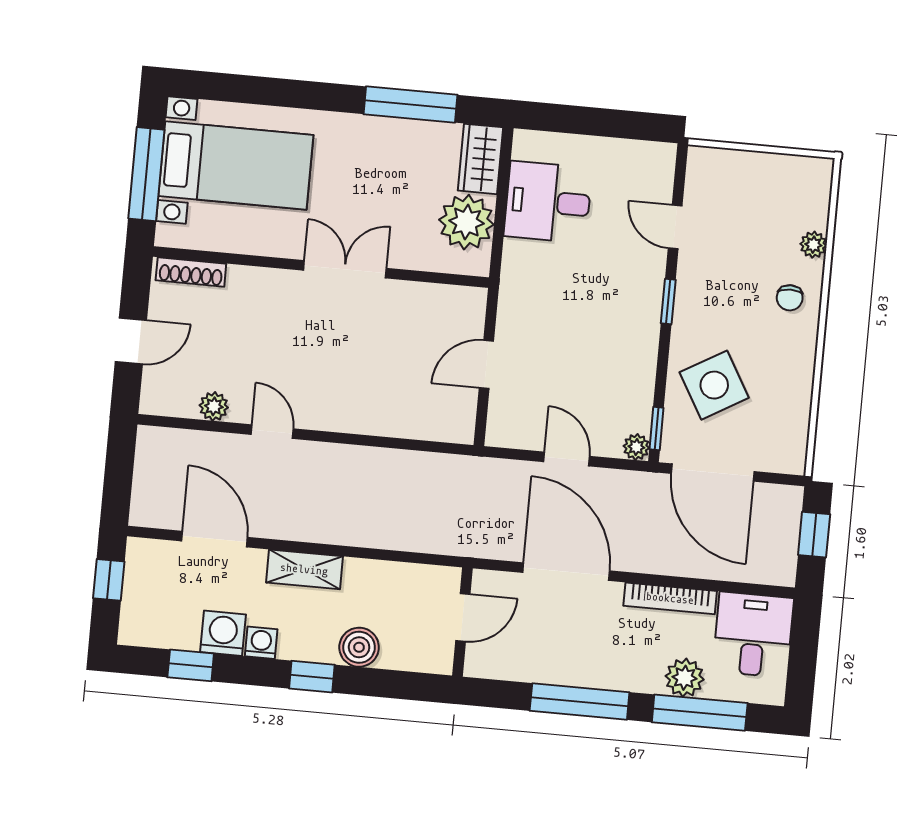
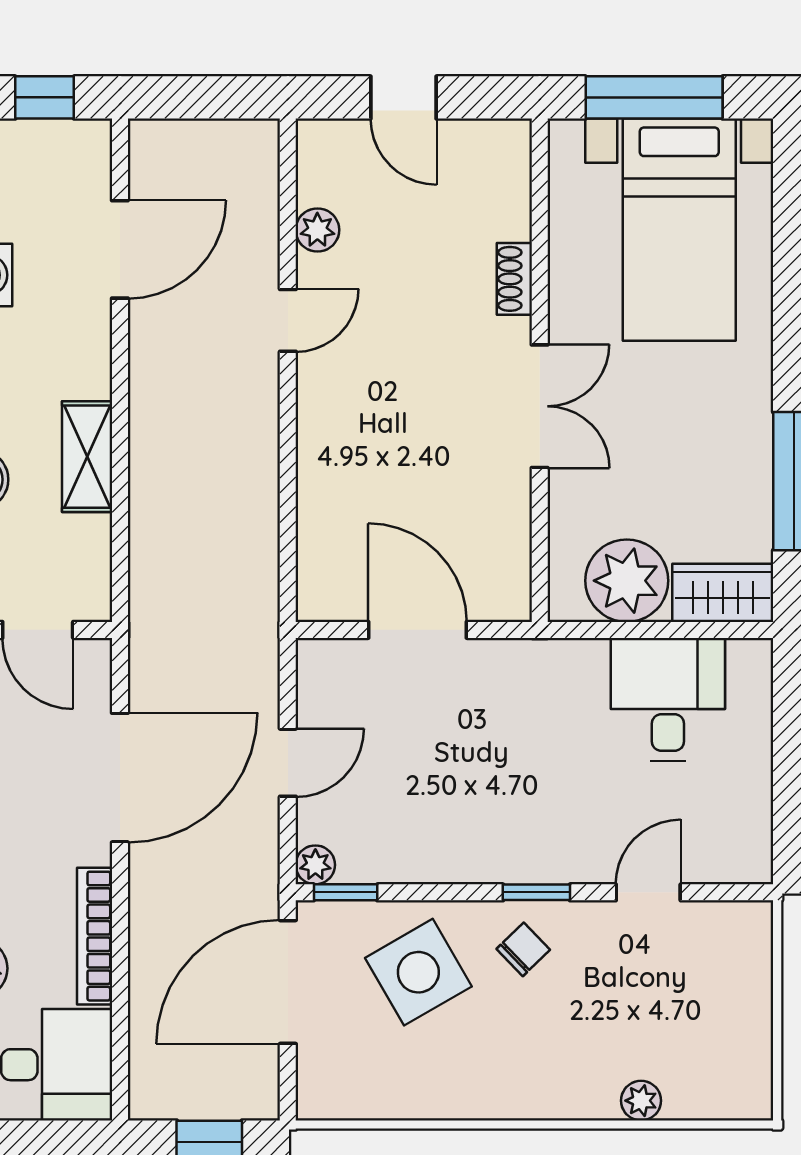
shoe rack: (191, 272) -> (514, 279), moved, width x0.70
chair: (790, 298) -> (523, 949), moved, turned 136
door: (486, 364) -> (418, 630), width x1.38
shelving: (304, 569) -> (87, 457), moved

